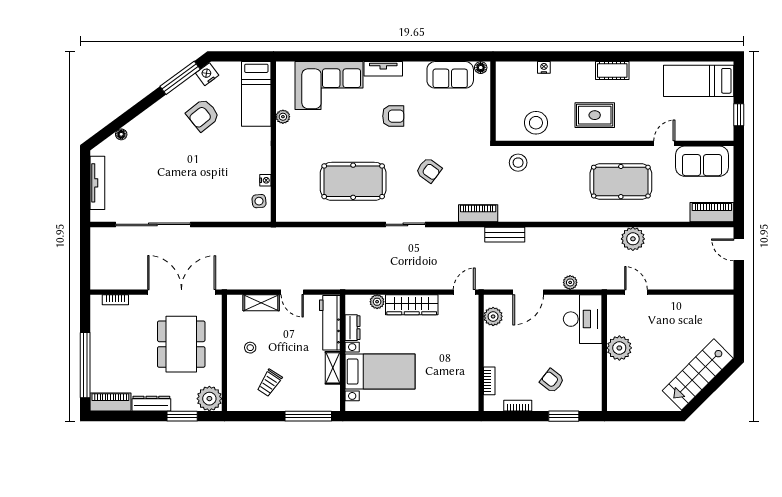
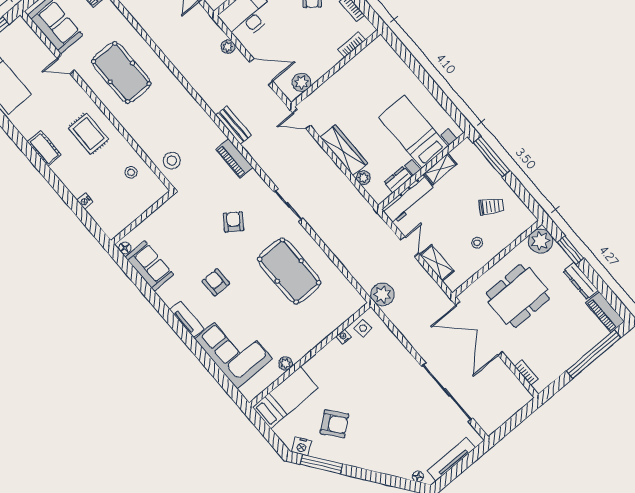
stool: (536, 123) -> (131, 172), width x0.53, depth x0.53
floor lamp: (121, 134) -> (418, 476), moved
plant: (633, 239) -> (382, 295), moved

